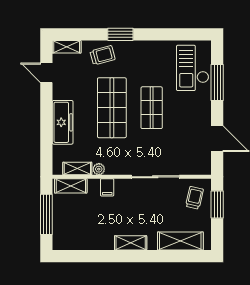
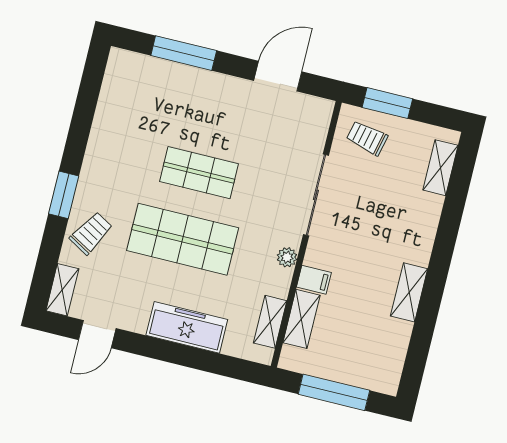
trolley: (103, 55) -> (91, 233), turned 45
checkout: (193, 68) -> (149, 88), removed
plant: (99, 169) -> (287, 257), moved
shelving: (71, 186) -> (301, 319), moved
shelving: (180, 241) -> (440, 168), width x0.67, depth x0.75
shelving: (131, 243) -> (409, 292), moved

